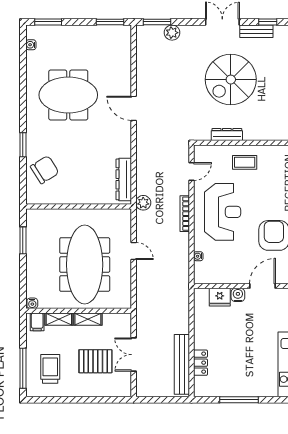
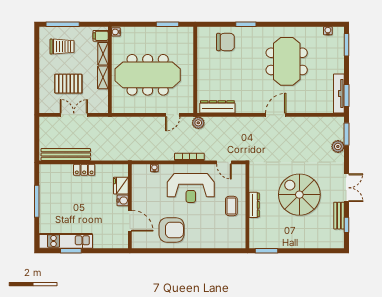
tv unit: (107, 31) -> (339, 94), added
dresser: (227, 135) -> (254, 205), moved
chair: (45, 170) -> (225, 42), turned -58
door: (134, 251) -> (173, 115), moved
pallet: (95, 361) -> (68, 84), turned 90
locker: (200, 363) -> (84, 170), moved

